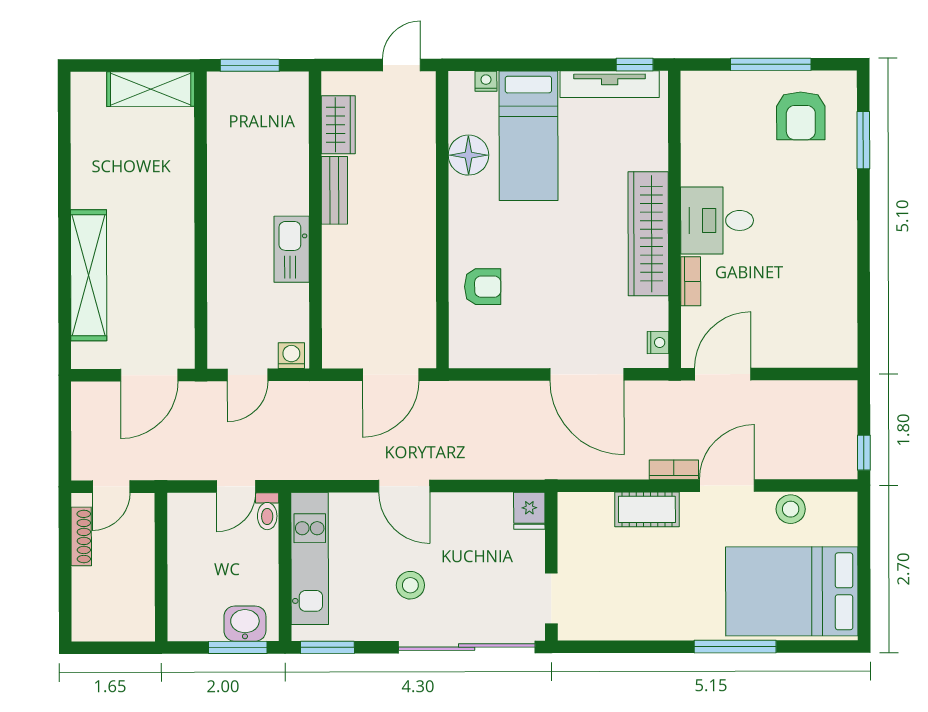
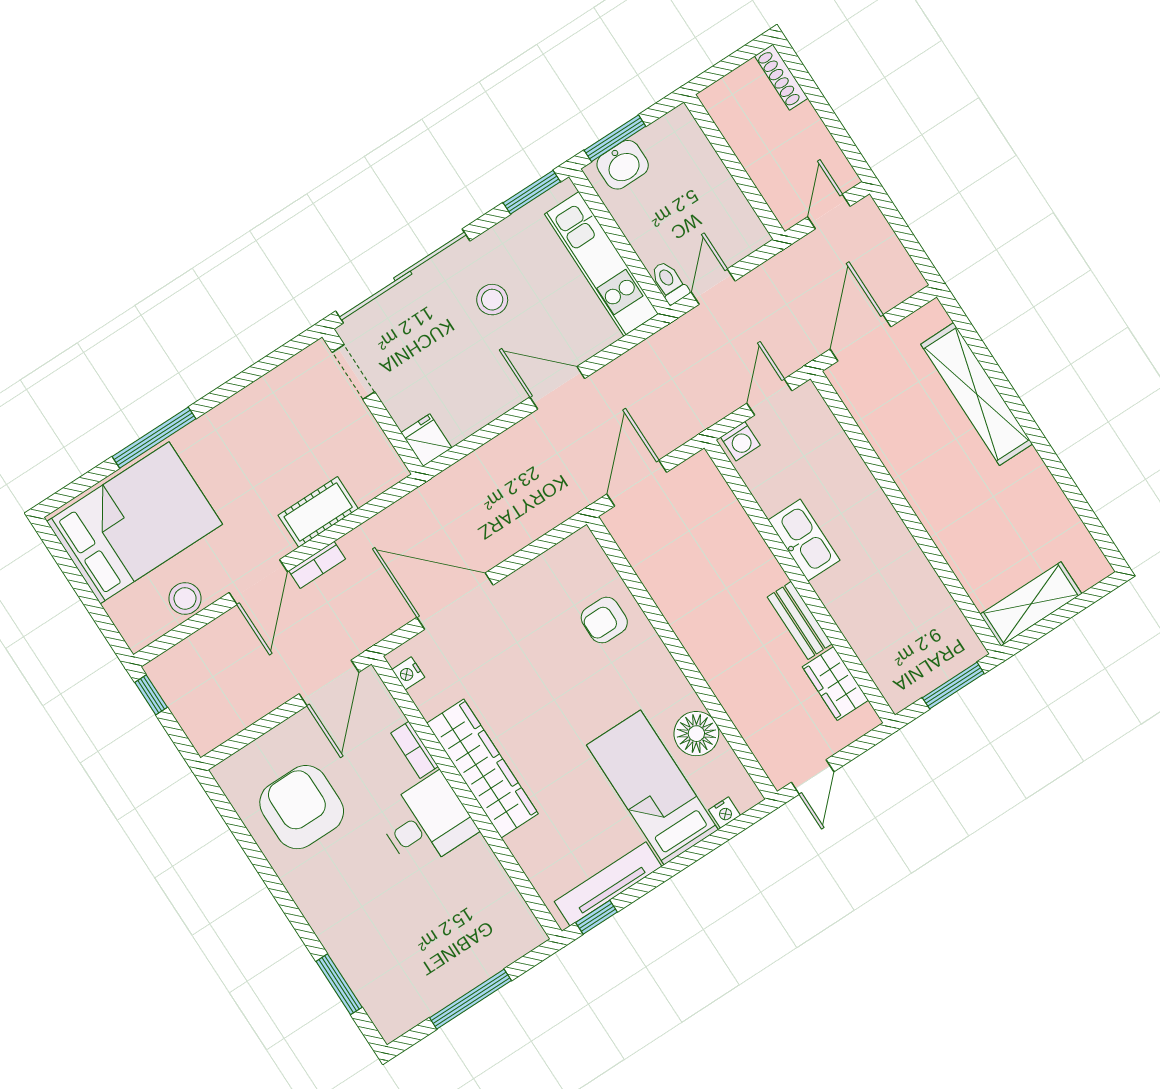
armchair: (801, 116) -> (302, 807), moved, width x1.36, depth x1.36
shoe rack: (81, 536) -> (781, 77), moved

